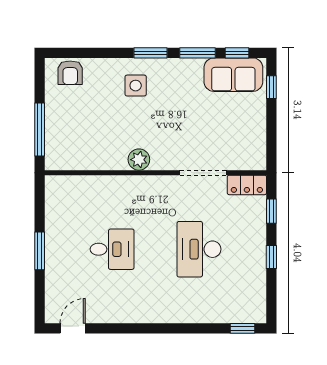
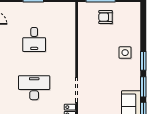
armchair: (70, 73) -> (106, 17), moved
plant: (139, 160) -> (84, 54), removed

